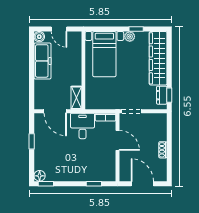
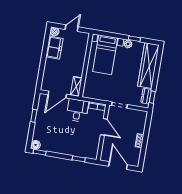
door: (59, 29) -> (72, 28), swing flipped
freezer: (42, 61) -> (54, 48), width x0.71
door: (55, 111) -> (57, 95), hinge flipped

